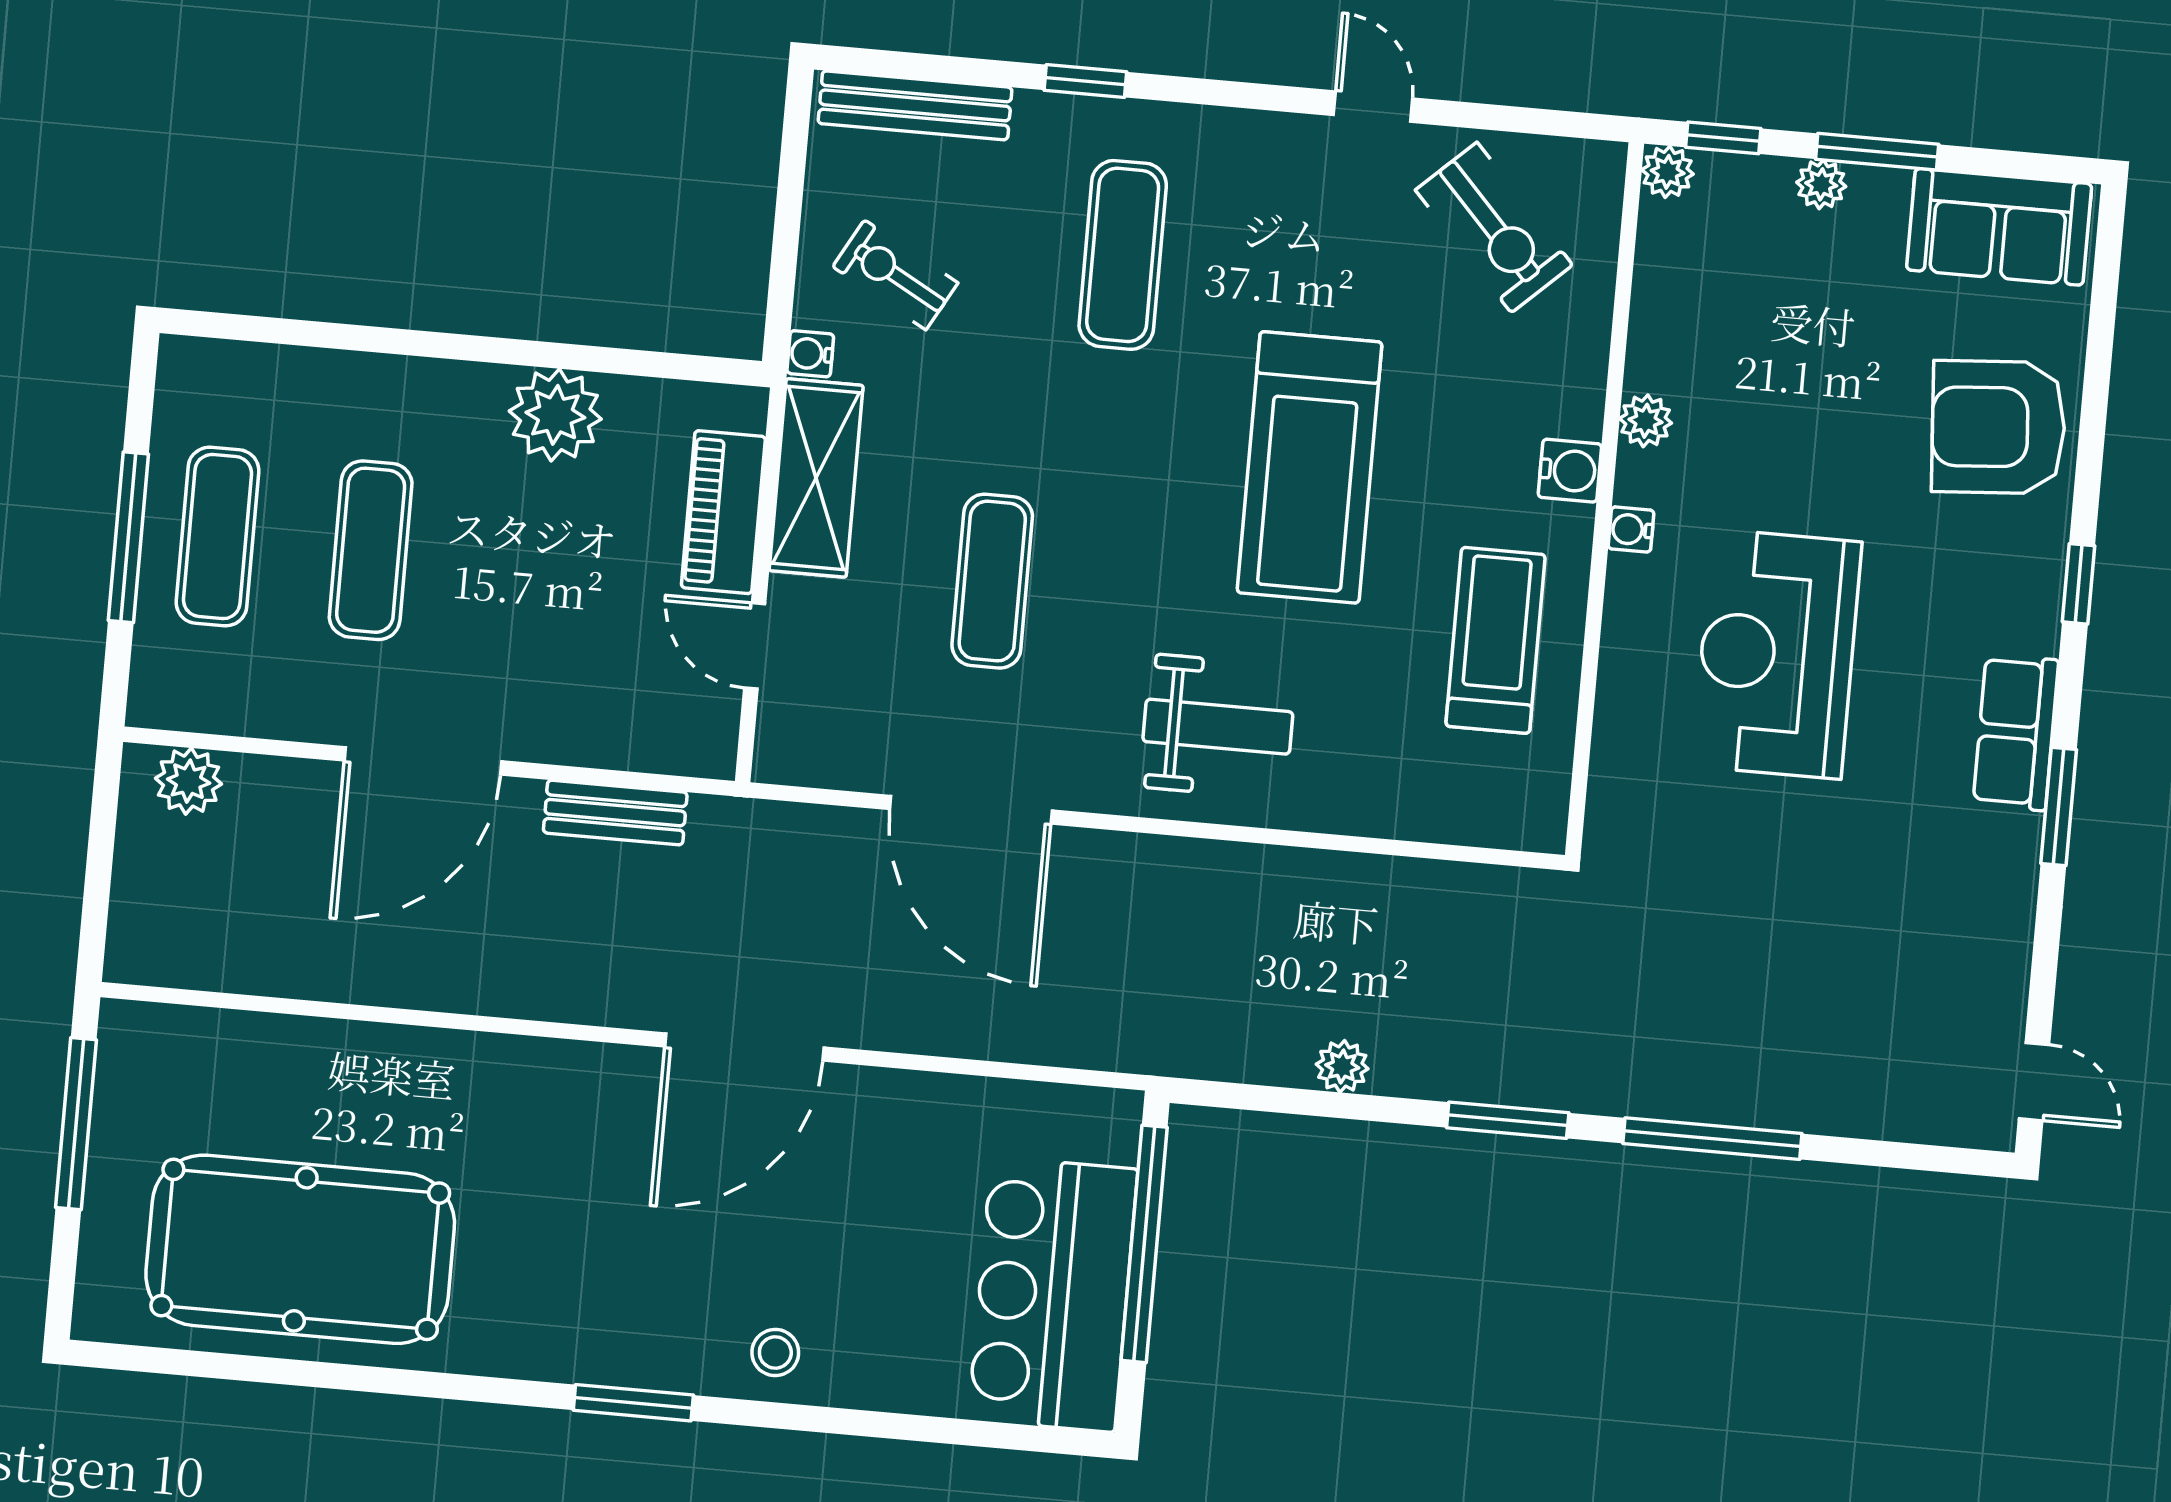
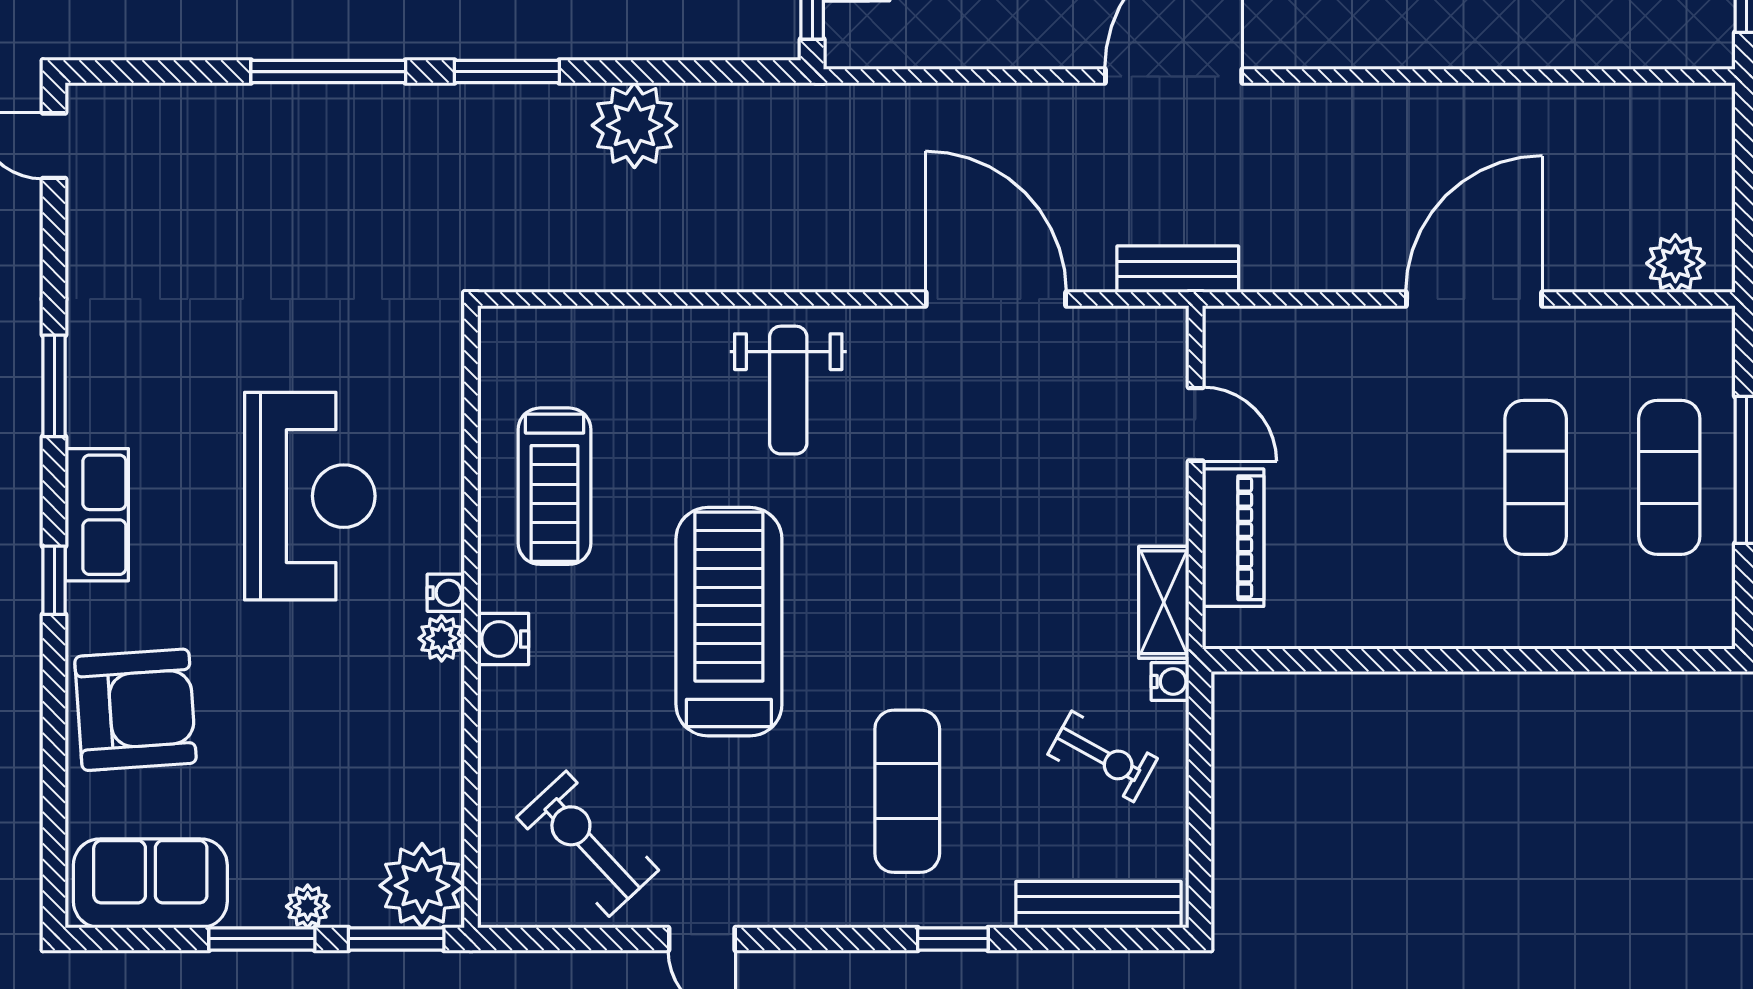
window: (1723, 138) -> (396, 939), width x1.50
plant: (1668, 172) -> (422, 886), width x1.88, depth x1.88
plant: (555, 415) -> (1386, 609), removed
plant: (1646, 421) -> (442, 638), moved
shelving: (816, 478) -> (1164, 602), width x0.67, depth x0.75
exercise mat: (992, 581) -> (995, 499), removed
weight bench: (1218, 727) -> (788, 390), turned -90
row of seats: (2016, 732) -> (97, 515), moved
bench: (615, 813) -> (1178, 269), moved
plant: (1342, 1066) -> (634, 125), width x1.88, depth x1.88

